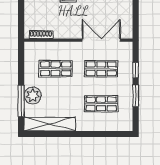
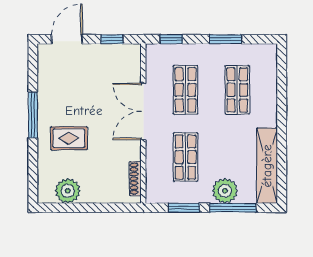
window: (136, 19) -> (112, 39), added
double door: (101, 40) -> (143, 111), moved
window: (21, 68) -> (184, 208), added
window: (136, 70) -> (171, 39), moved

